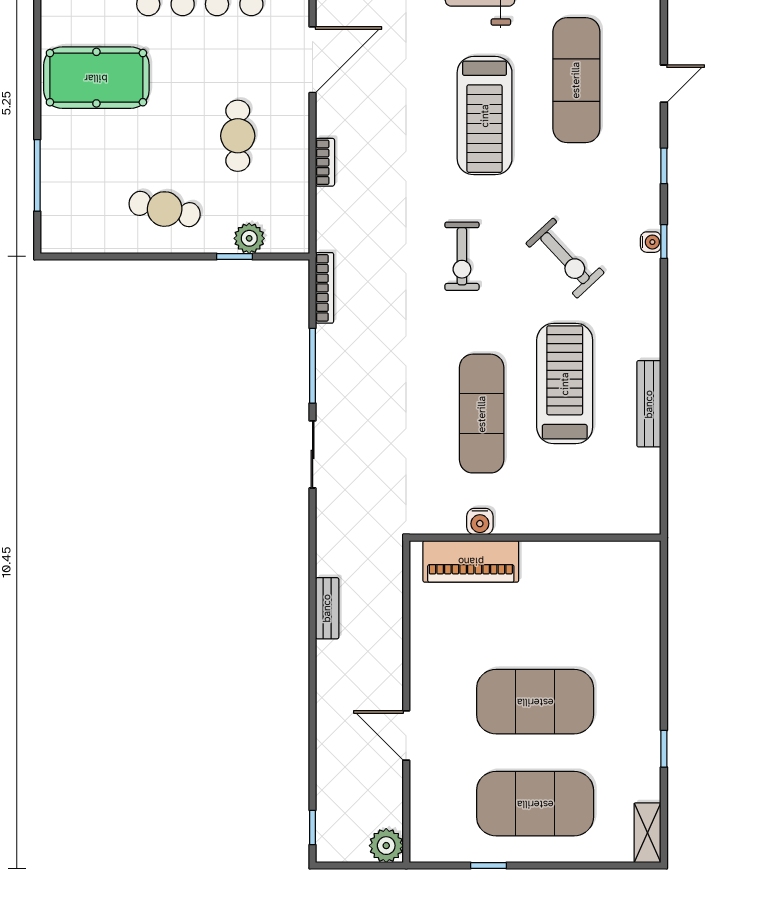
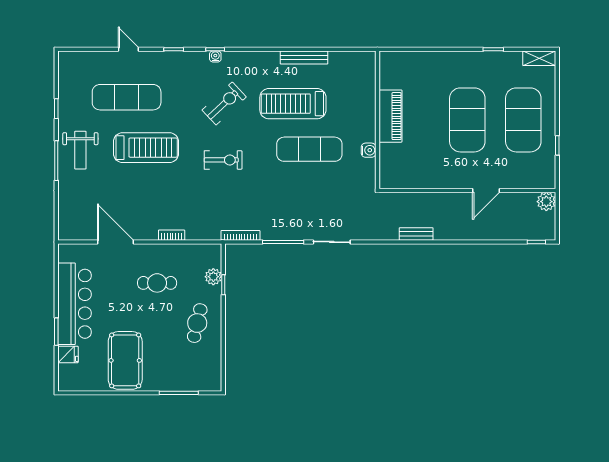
piano: (471, 561) -> (390, 116), moved

